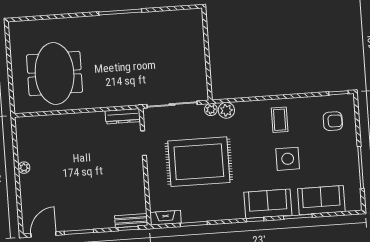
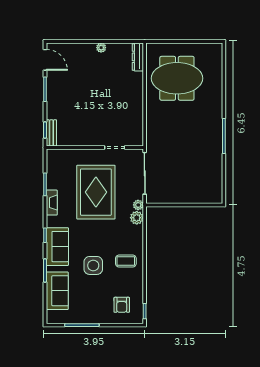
dresser: (123, 116) -> (138, 57), moved
fireplace: (166, 218) -> (52, 203), moved

